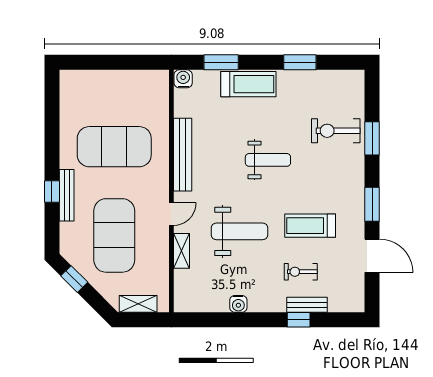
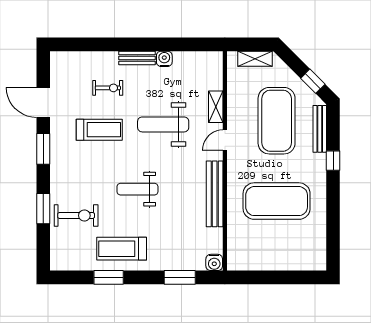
treadmill: (248, 84) -> (122, 249), moved
bench: (67, 195) -> (320, 129), moved
bench: (307, 305) -> (137, 58), moved
window: (299, 320) -> (110, 44), removed

